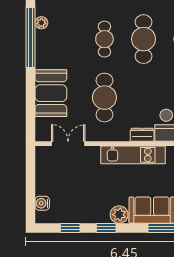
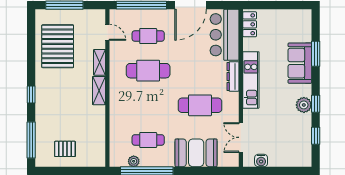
cafe table: (104, 39) -> (148, 140), moved
dresser: (142, 135) -> (233, 76), width x1.44
water cooler: (42, 203) -> (261, 160), moved
plant: (119, 215) -> (304, 105), moved

